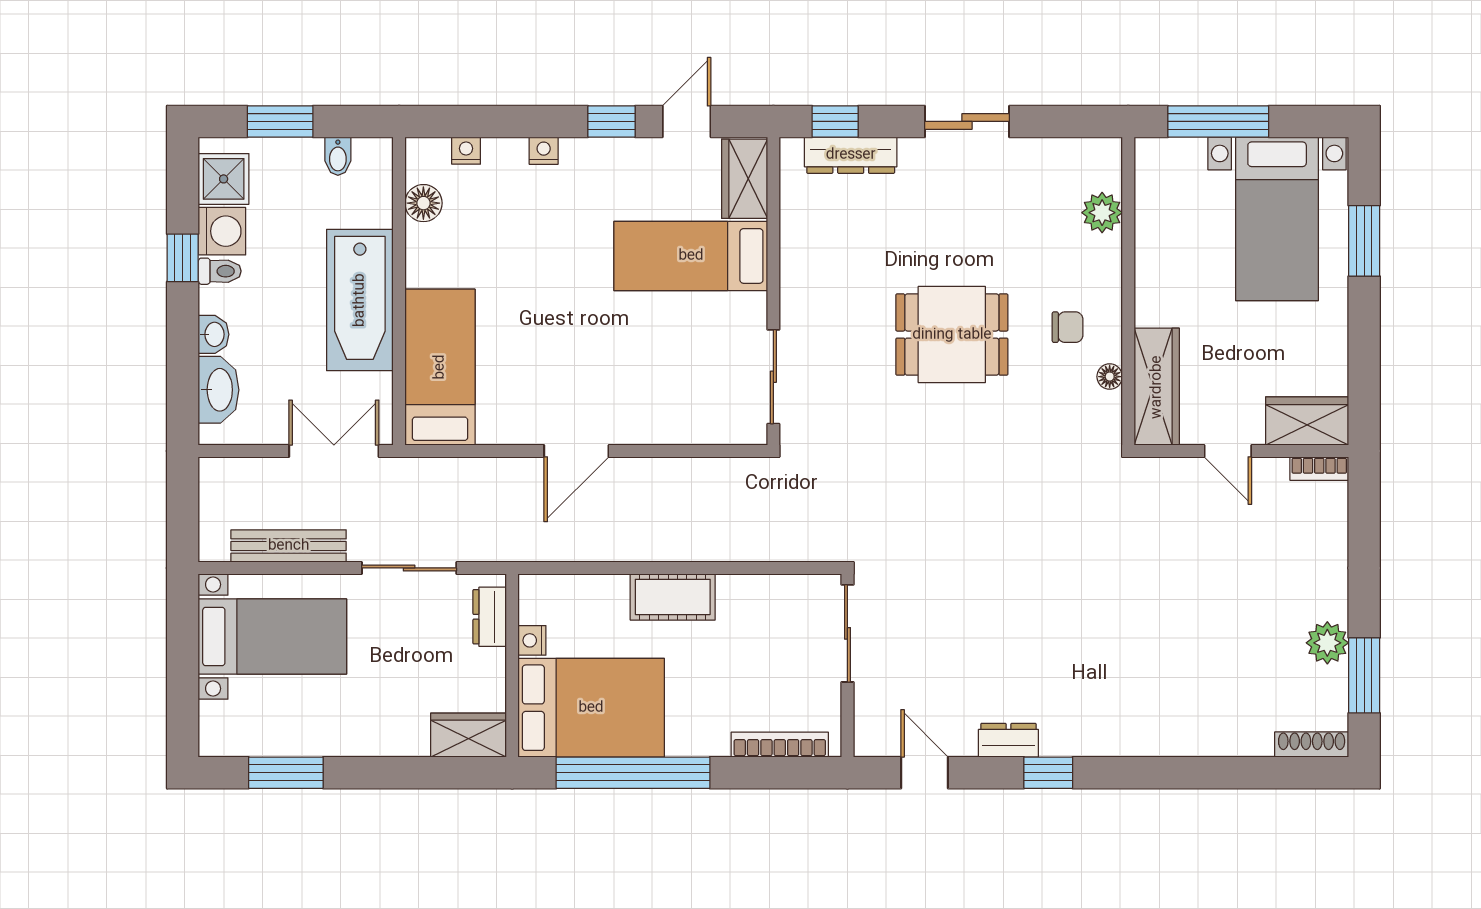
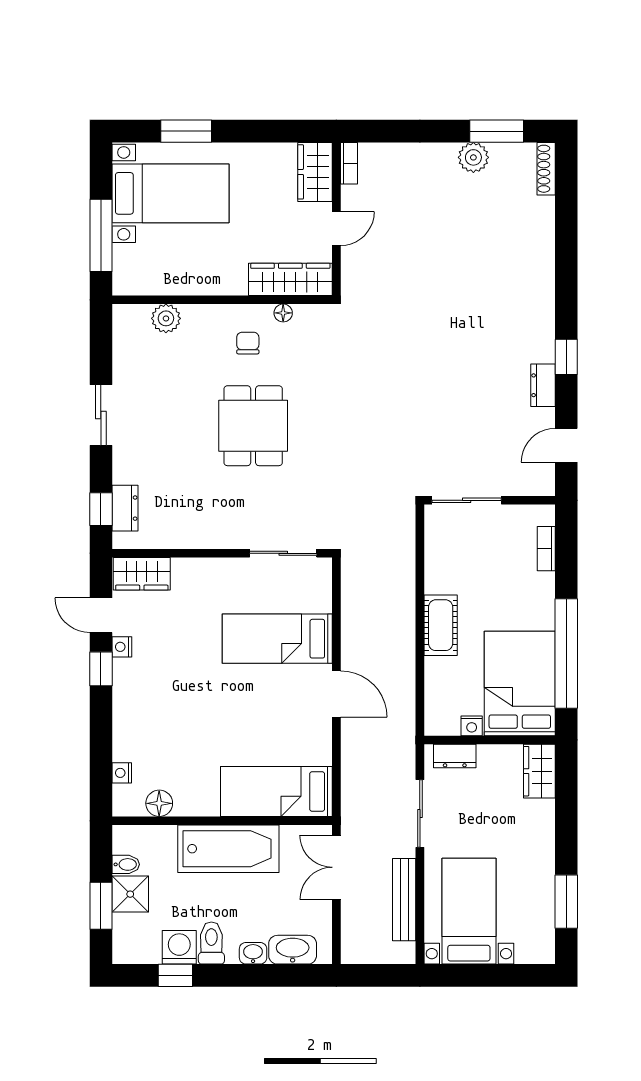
nightstand: (544, 151) -> (122, 647), moved
dresser: (851, 155) -> (125, 508), width x0.70
shower: (224, 179) -> (130, 894), moved
bed: (691, 256) -> (277, 639), moved, turned 90
window: (183, 258) -> (175, 975), moved
toilet: (220, 271) -> (211, 943), width x1.37, depth x1.39
bookcase: (780, 745) -> (546, 549), width x0.64

